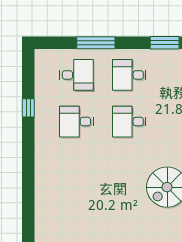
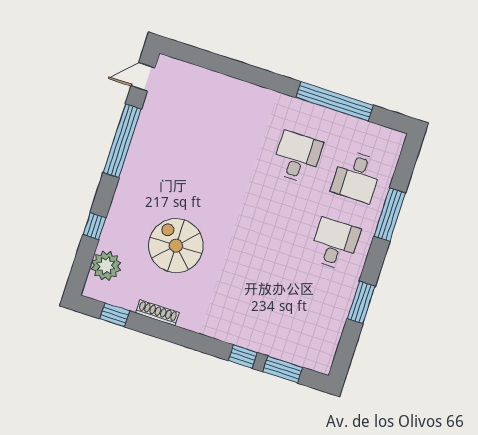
window: (28, 108) -> (335, 101), width x3.17
desk: (129, 122) -> (275, 225), removed

